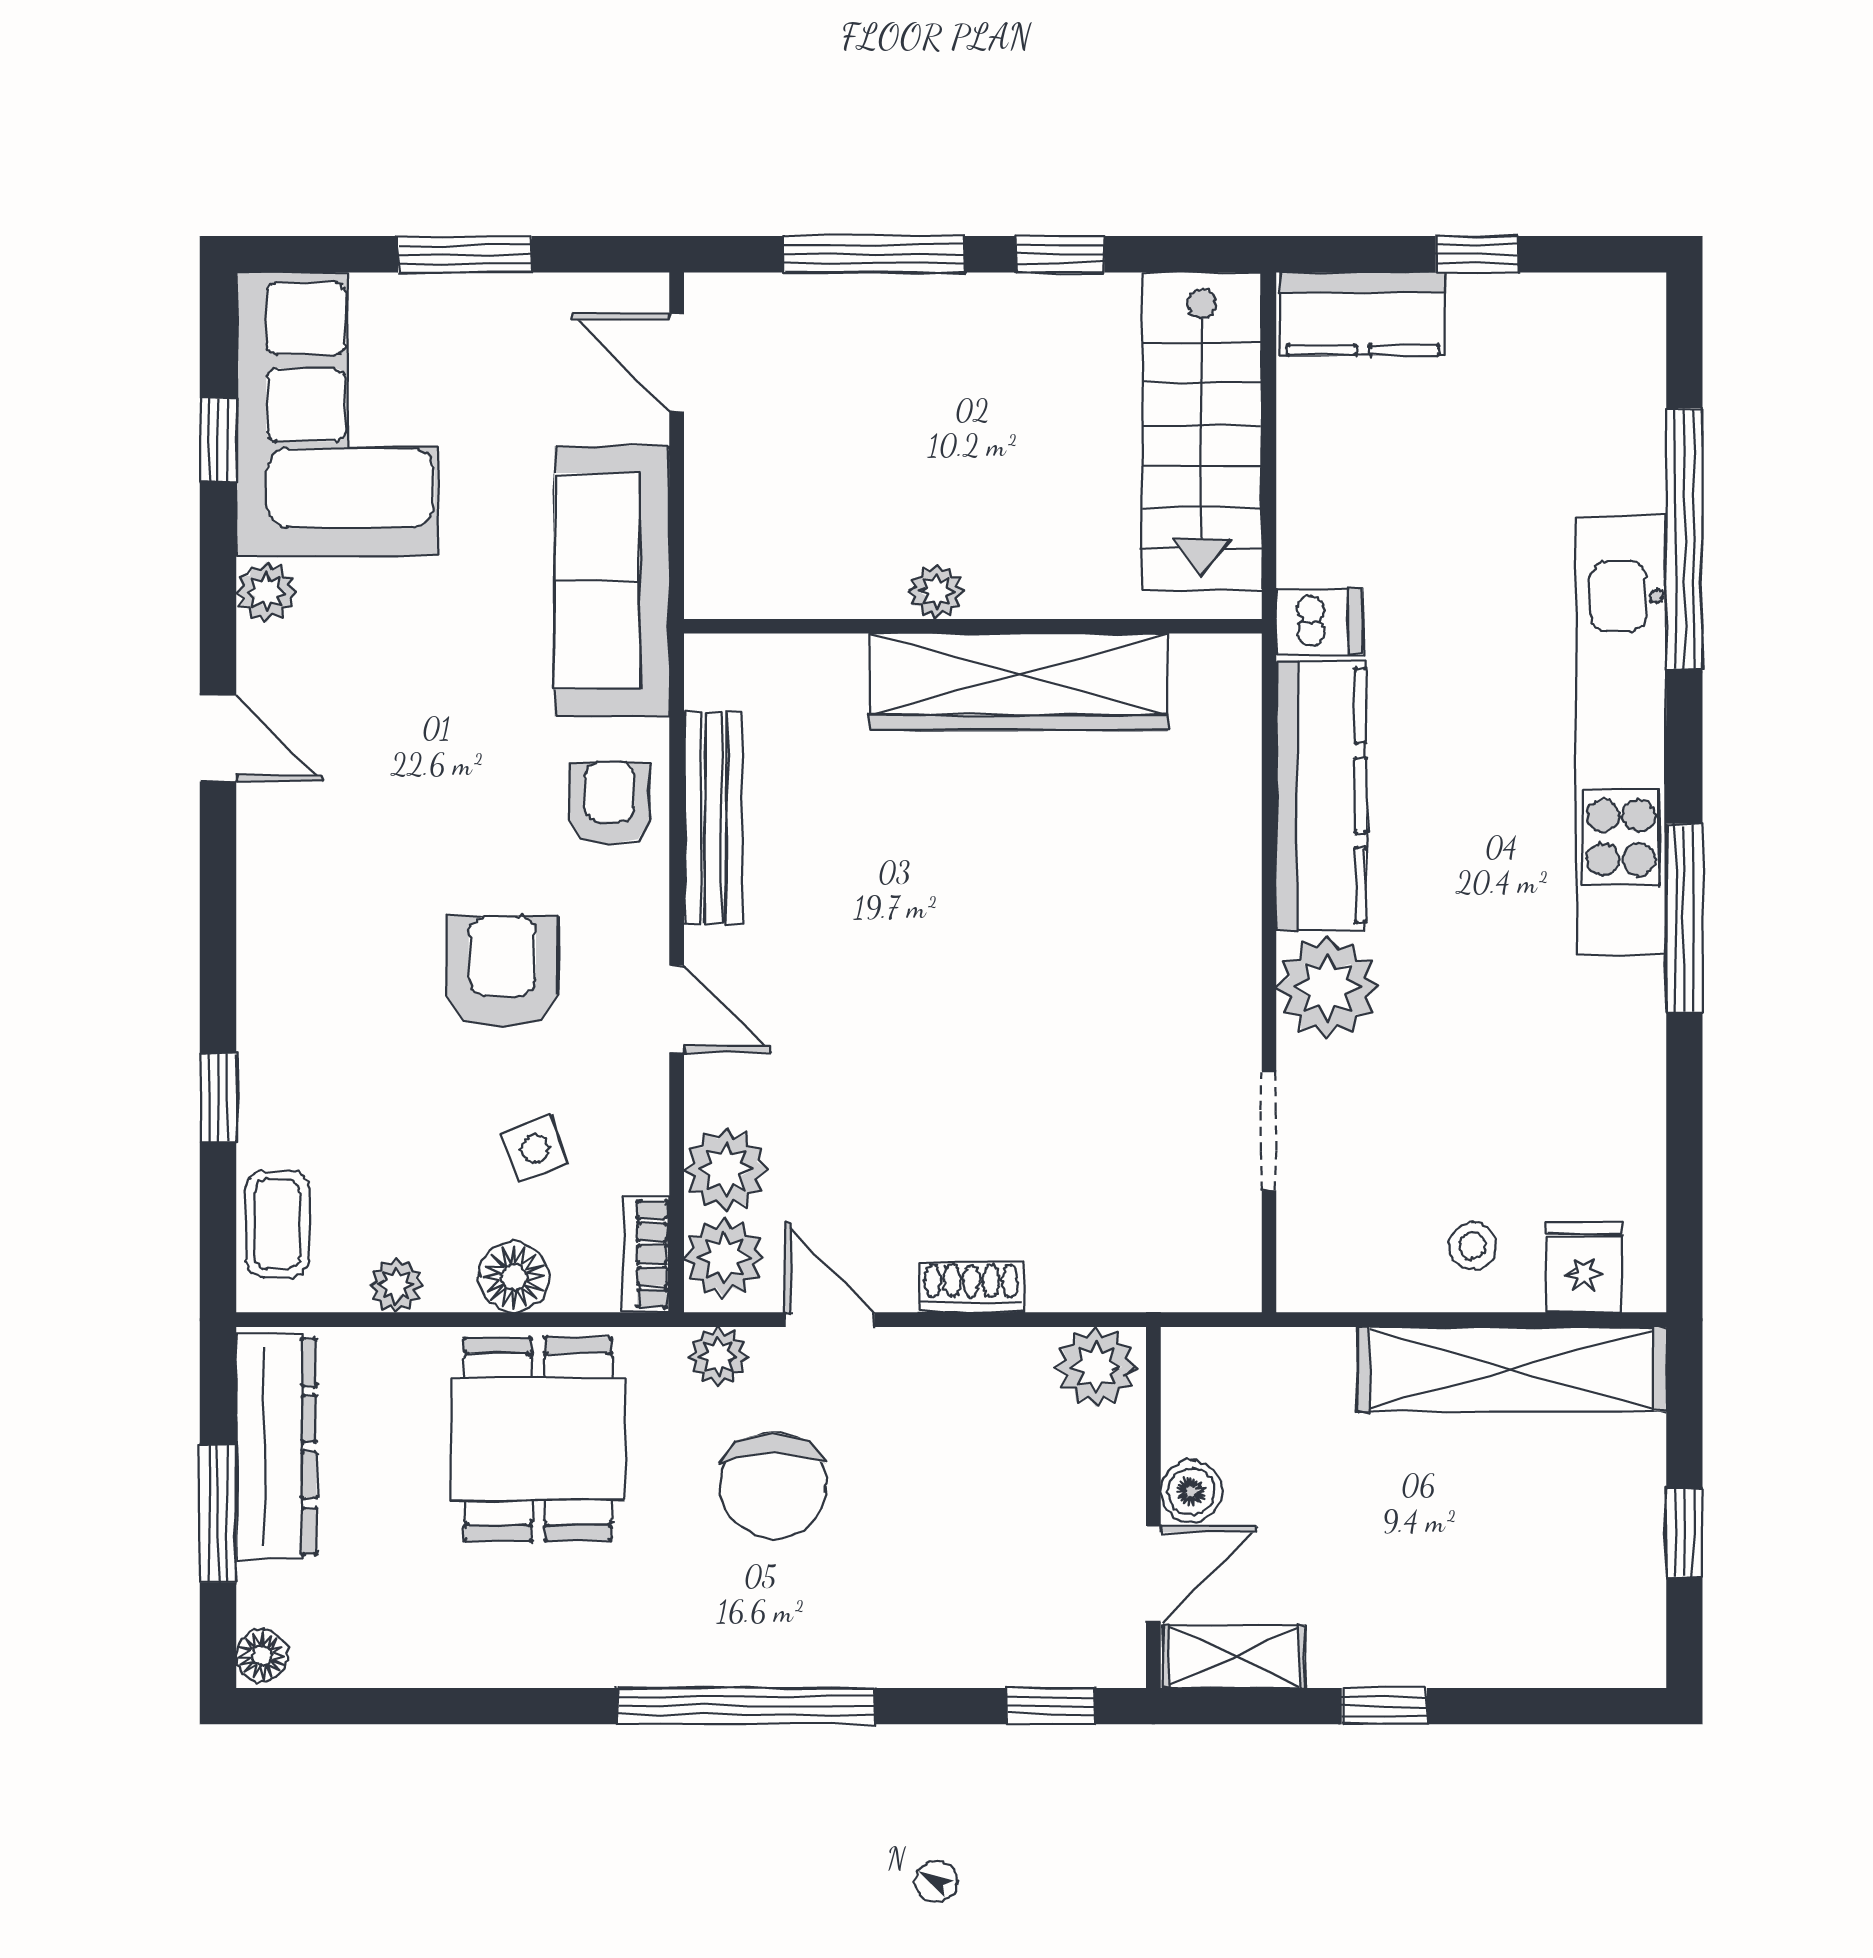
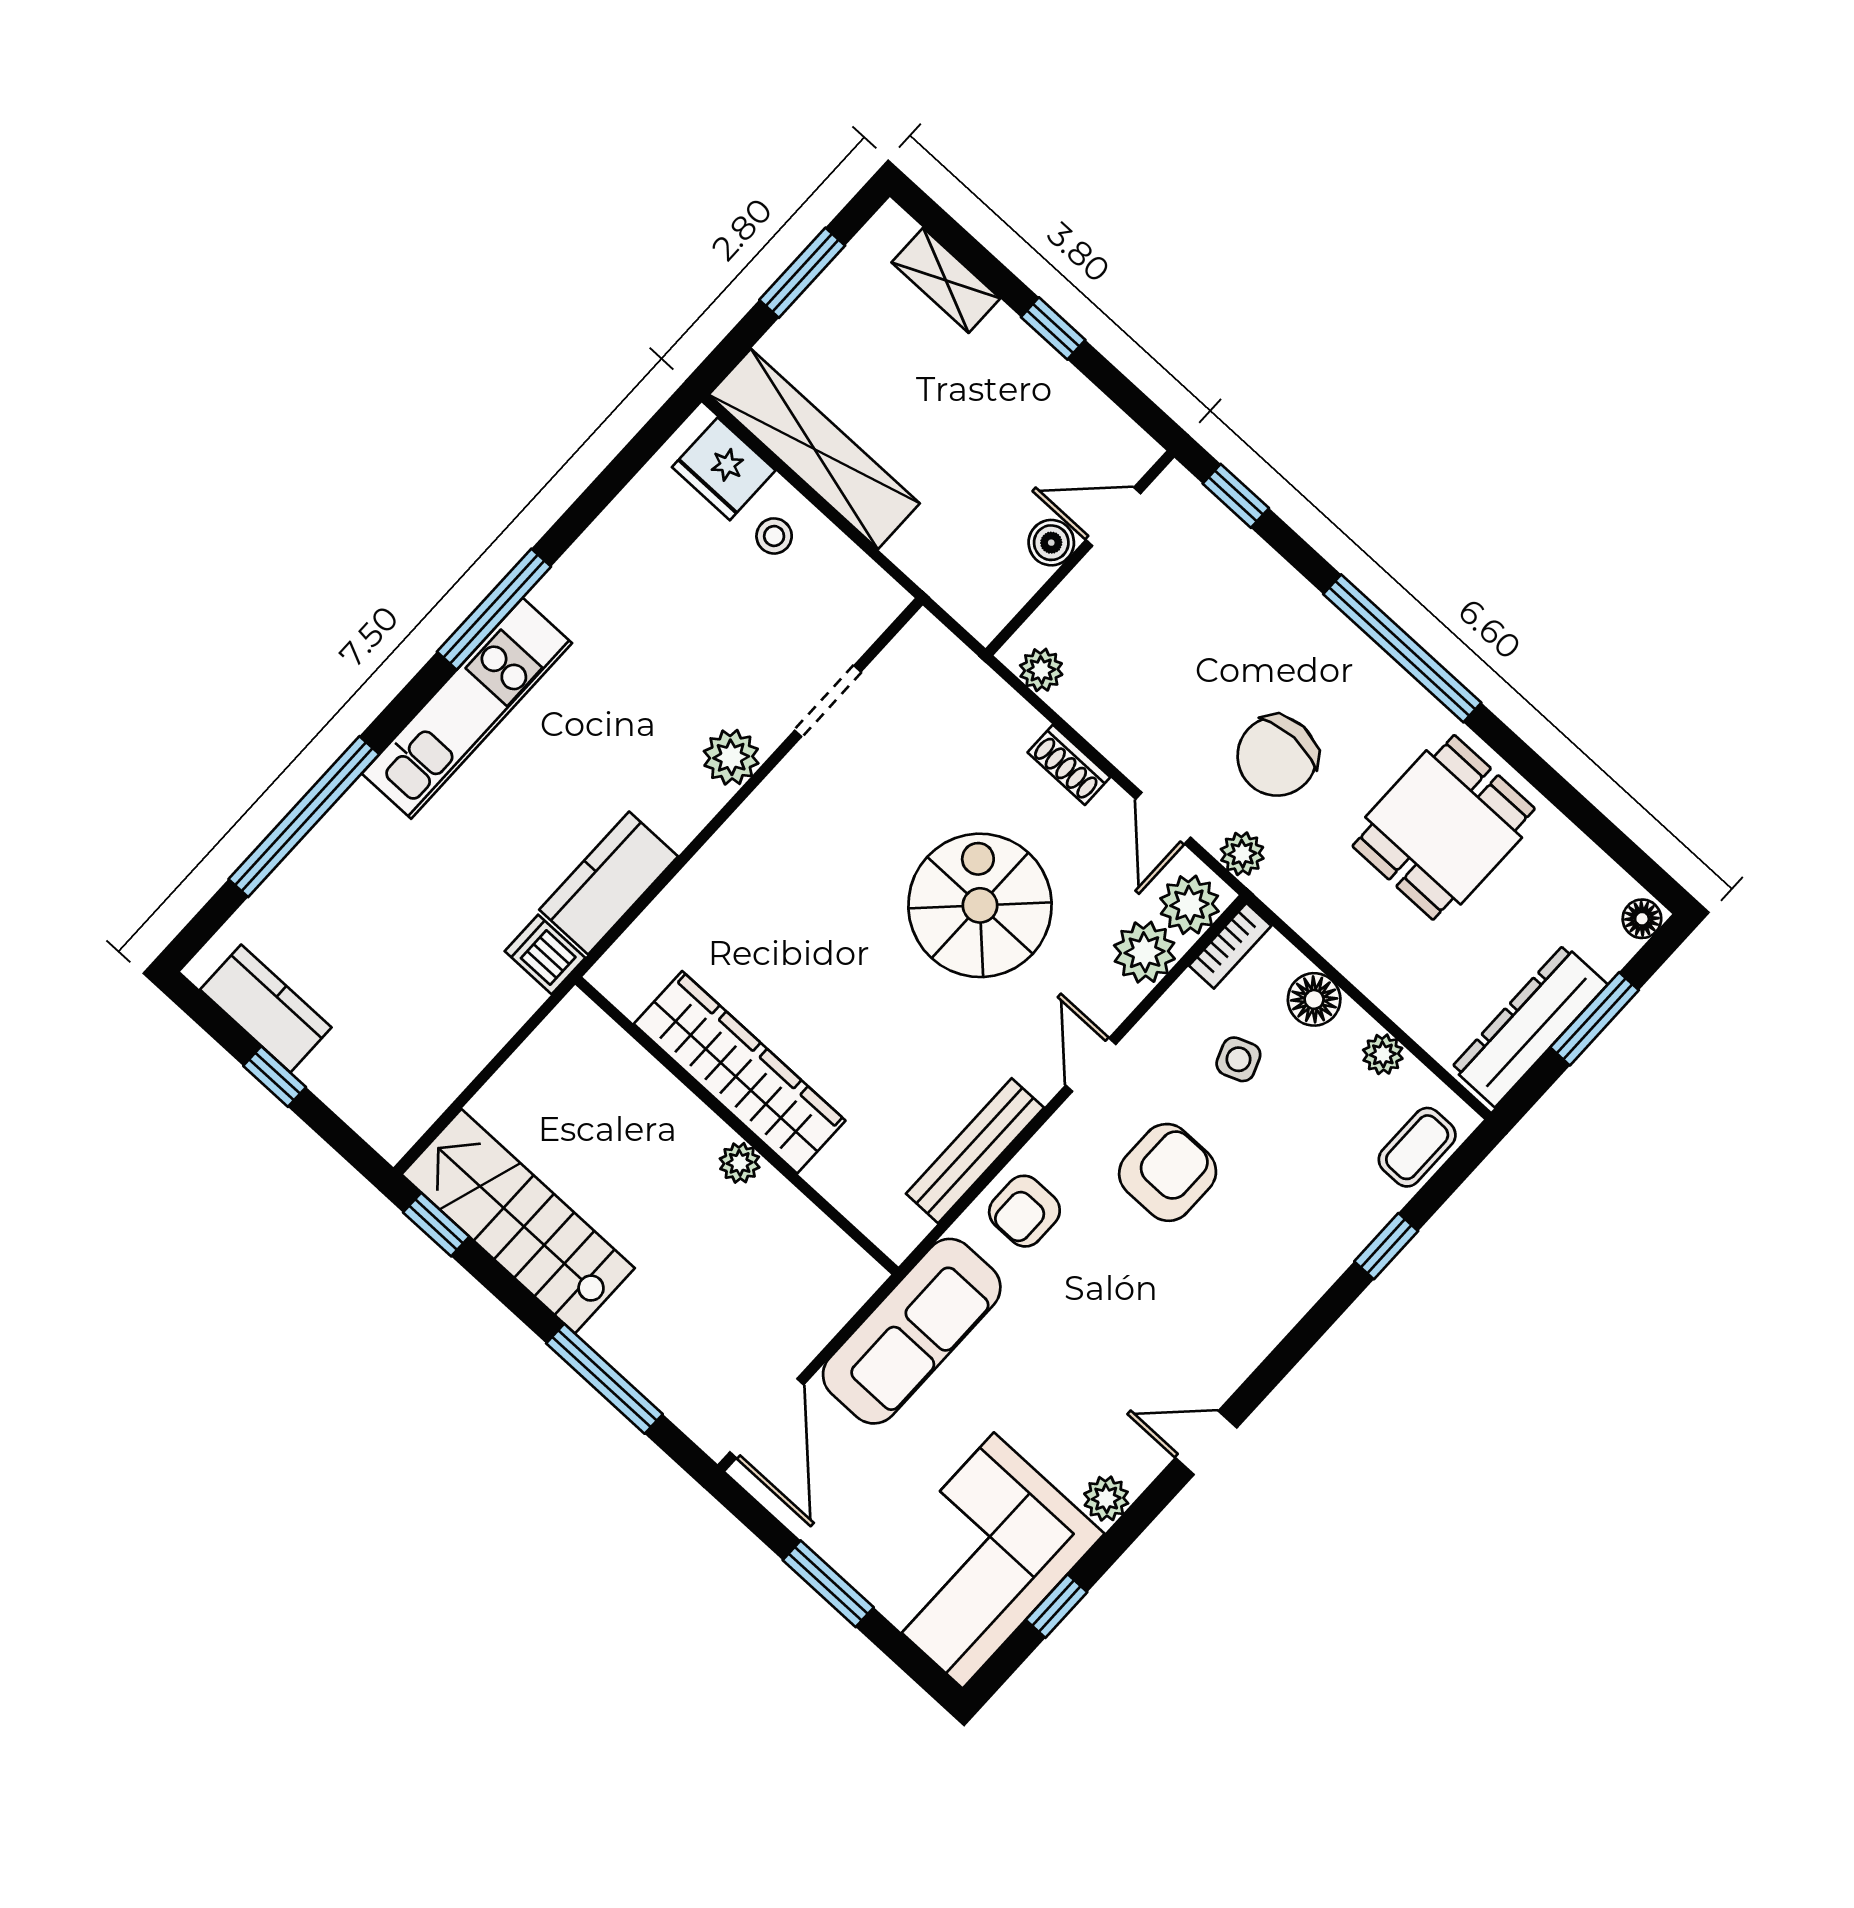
window: (1060, 254) -> (436, 1225), moved
kitchen counter: (1363, 314) -> (266, 1009), moved
door: (677, 363) -> (767, 1418), width x1.38
stairs: (1202, 431) -> (518, 1221), moved, turned -90
kitchen unit: (1621, 737) -> (467, 708), width x0.73
door: (218, 738) -> (1206, 1443), hinge flipped
kitchen counter: (1321, 795) -> (609, 883), width x0.67
armchair: (502, 972) -> (1168, 1172), turned 180
plant: (1328, 987) -> (731, 757), width x0.73, depth x0.73
spiral stairs: (932, 1066) -> (980, 905), added
fridge: (1584, 1267) -> (724, 469), width x1.38
plant: (1096, 1367) -> (1041, 670), width x0.73, depth x0.73
dining table: (538, 1439) -> (1444, 827), moved
chair: (773, 1485) -> (1277, 756), turned 180
window: (1684, 1533) -> (802, 273), width x1.50
shelving: (1234, 1656) -> (946, 280), moved

